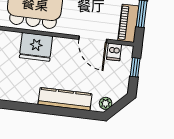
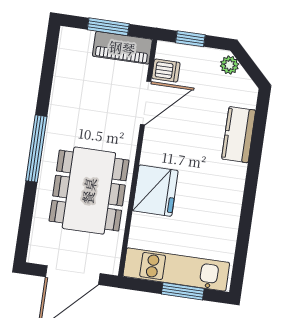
kitchen counter: (65, 99) -> (239, 135), width x0.67
plant: (106, 103) -> (229, 65), moved

